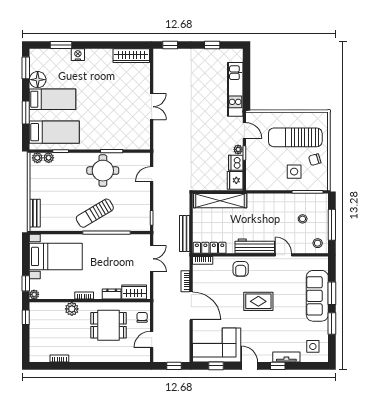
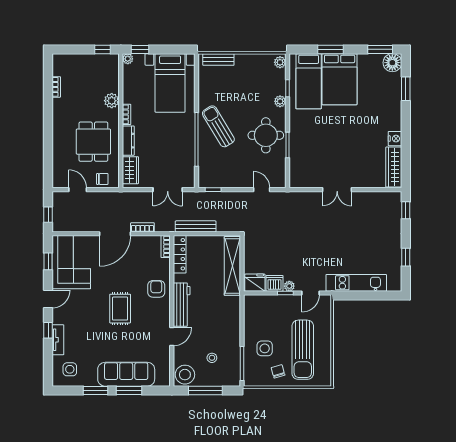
nightstand: (78, 55) -> (395, 139), moved
floor lamp: (38, 80) -> (392, 63), moved
bed: (52, 99) -> (340, 79), width x1.50
sun lounger: (295, 137) -> (303, 350), turned 180
plant: (49, 158) -> (280, 101), moved
stool: (318, 243) -> (185, 375), width x1.89, depth x1.89
armchair: (241, 269) -> (156, 289), turned 90
dresser: (112, 294) -> (128, 141), width x1.44

